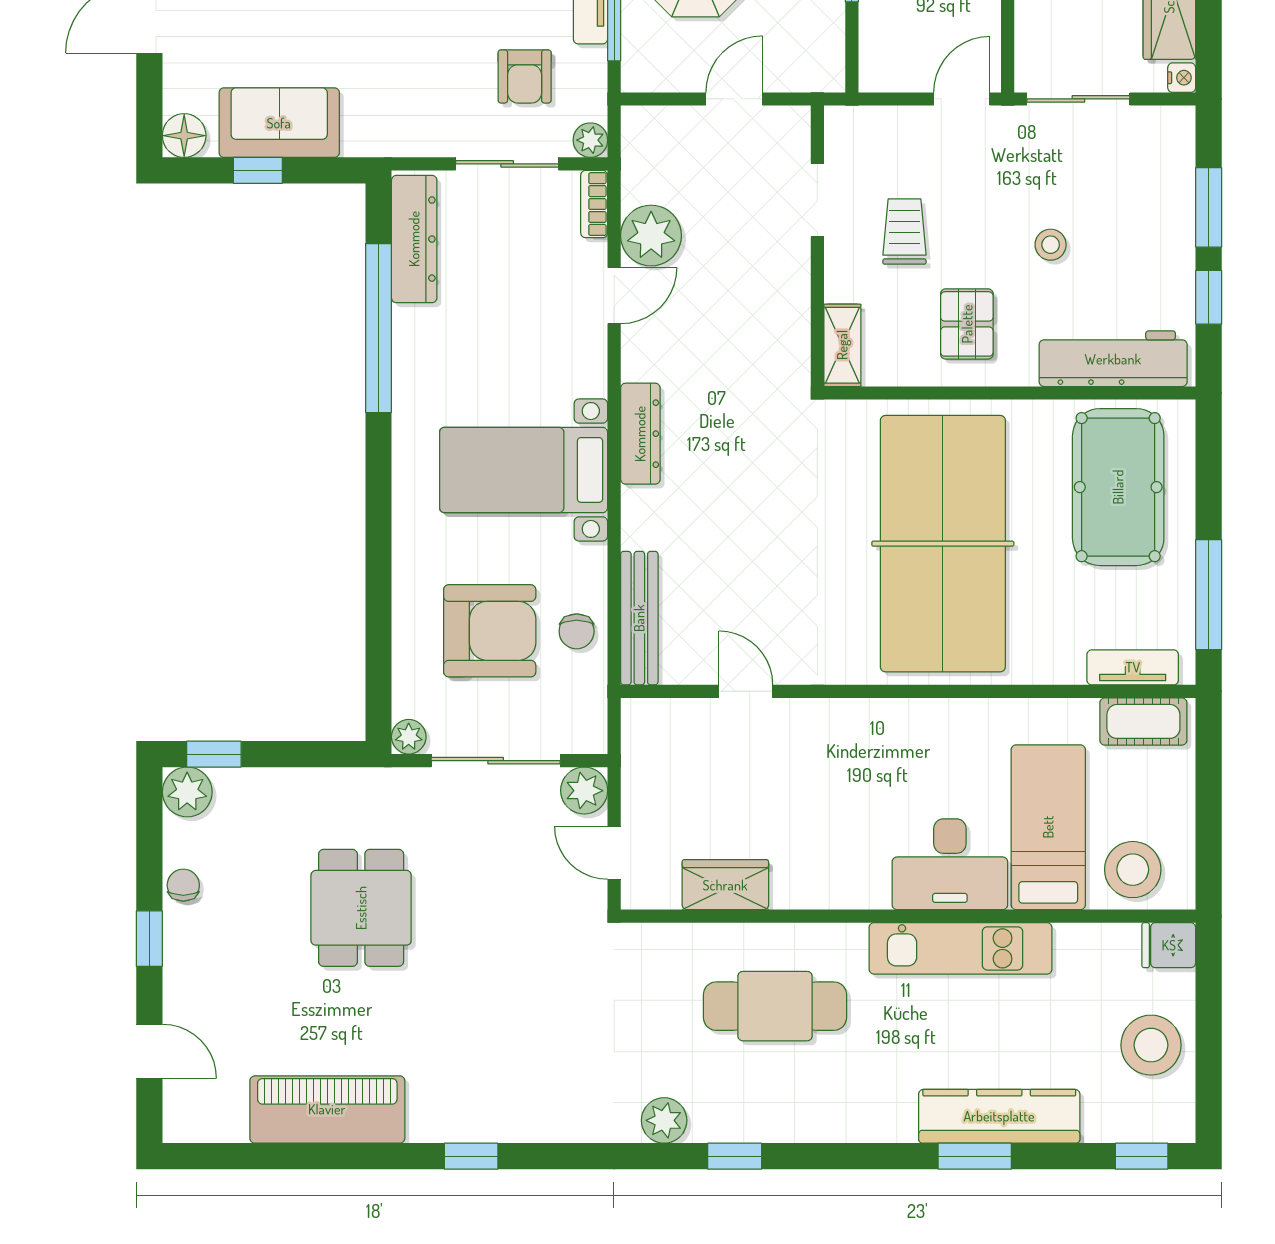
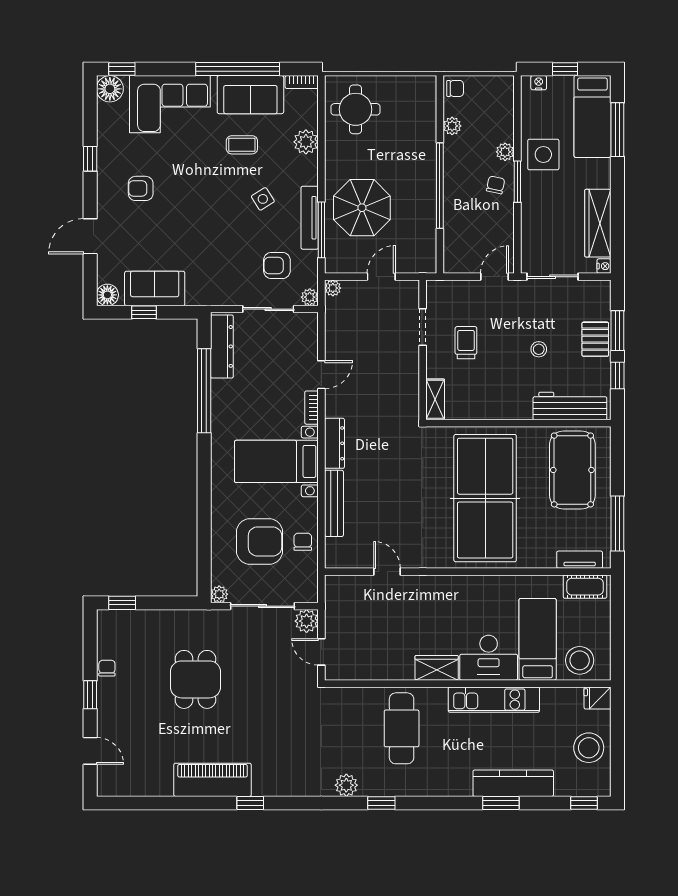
armchair: (525, 76) -> (277, 266), turned 90
bookcase: (594, 204) -> (312, 408), moved
plant: (651, 236) -> (333, 288), moved, width x0.53, depth x0.53
pallet: (967, 324) -> (595, 339), moved
bench: (639, 618) -> (334, 503), moved
chair: (577, 631) -> (303, 542), turned 180
plant: (187, 792) -> (109, 622), removed
wardrobe: (725, 885) -> (437, 668), moved
cafe table: (775, 1006) -> (402, 728), turned 90
piano: (327, 1109) -> (213, 780), moved

